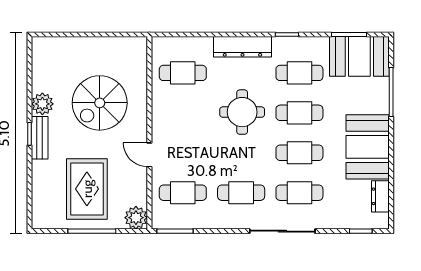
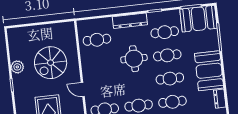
bench: (40, 138) -> (18, 87), removed

